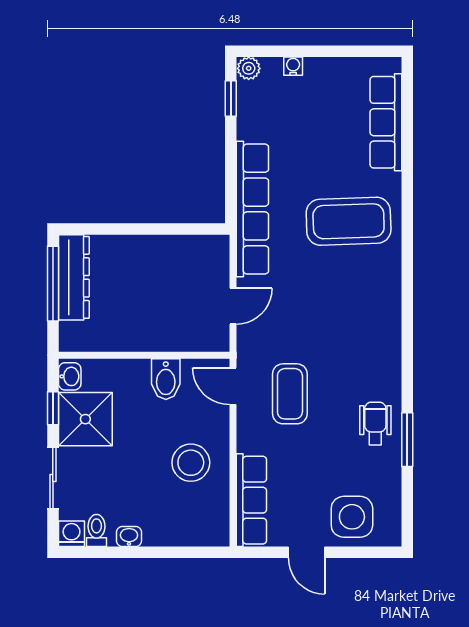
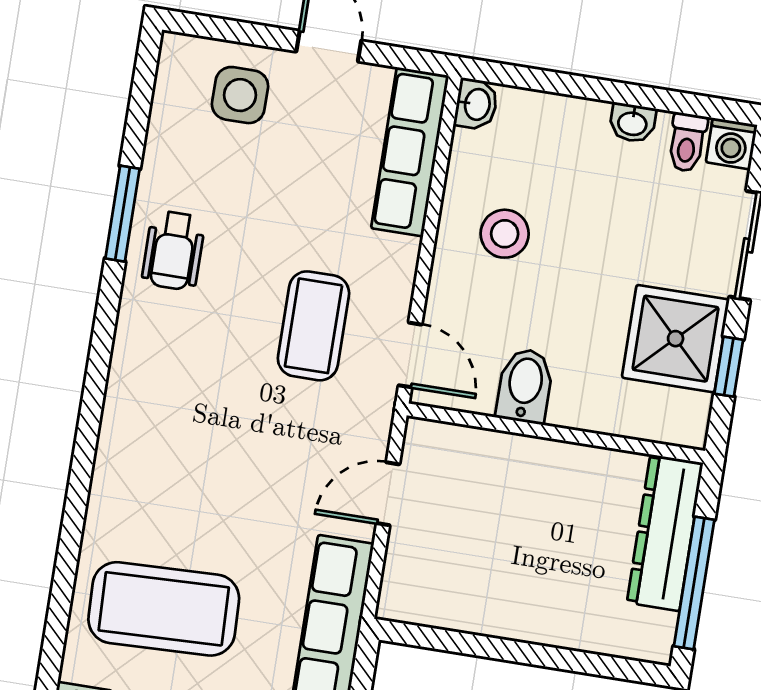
dresser: (74, 277) -> (665, 533), moved
washbasin: (70, 376) -> (476, 104), moved, turned 180
stool: (191, 463) -> (505, 234), width x0.73, depth x0.73
side table: (352, 517) -> (240, 95), width x0.73, depth x0.73

